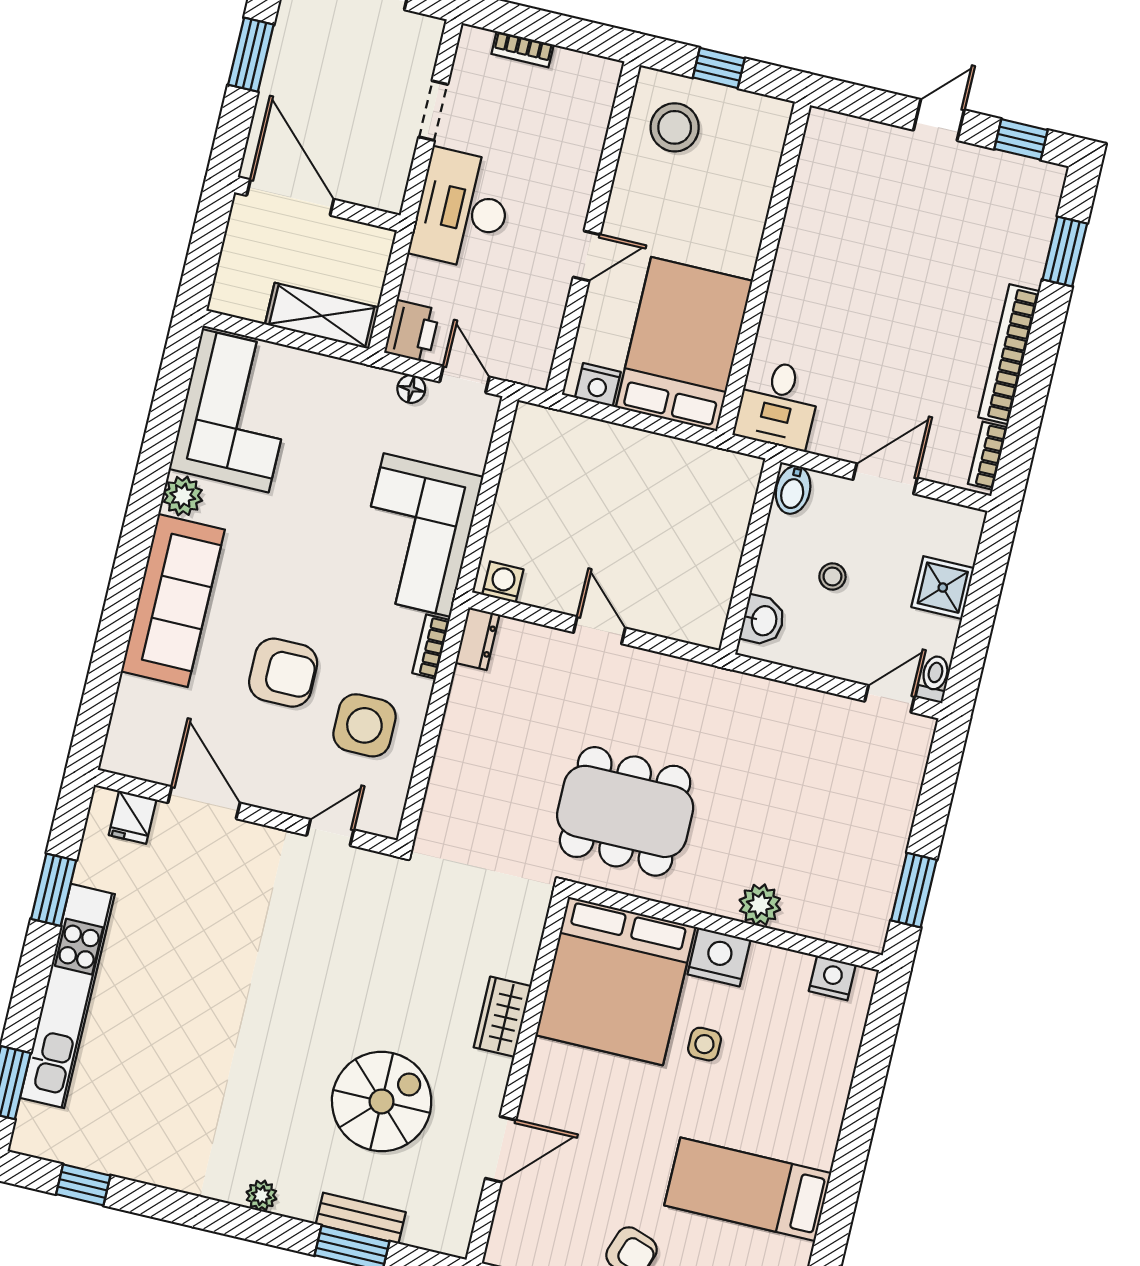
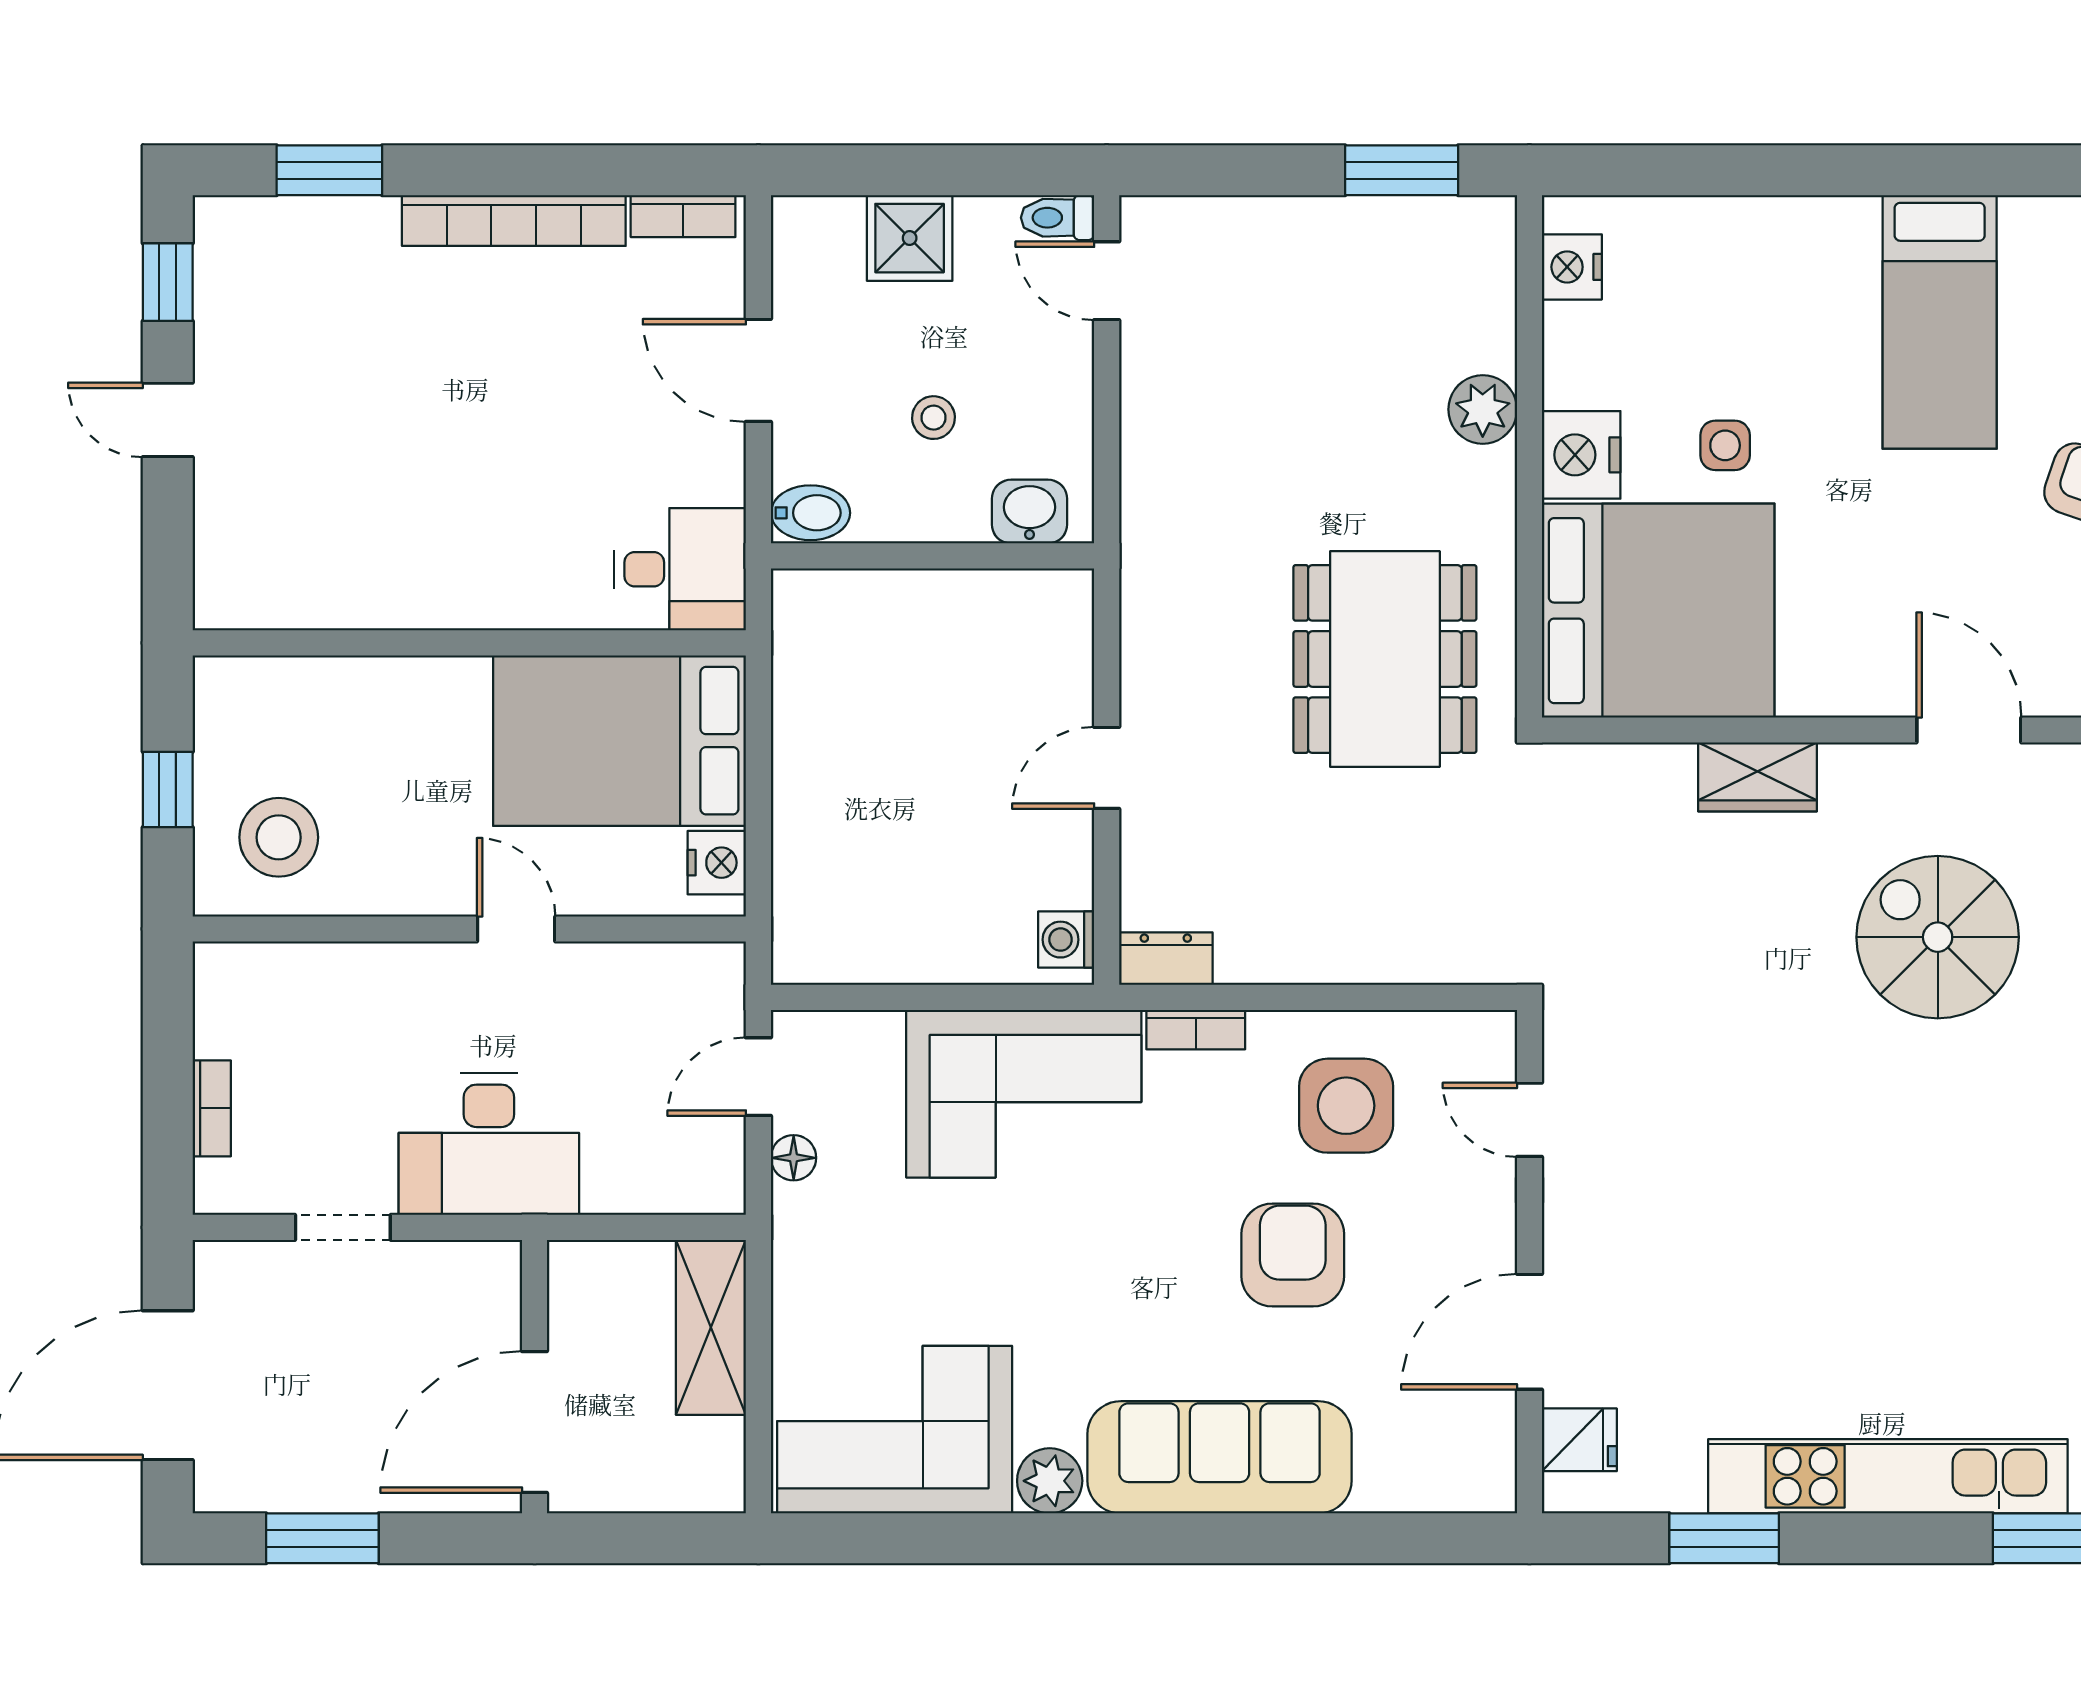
printer: (412, 331) -> (701, 1178), removed

